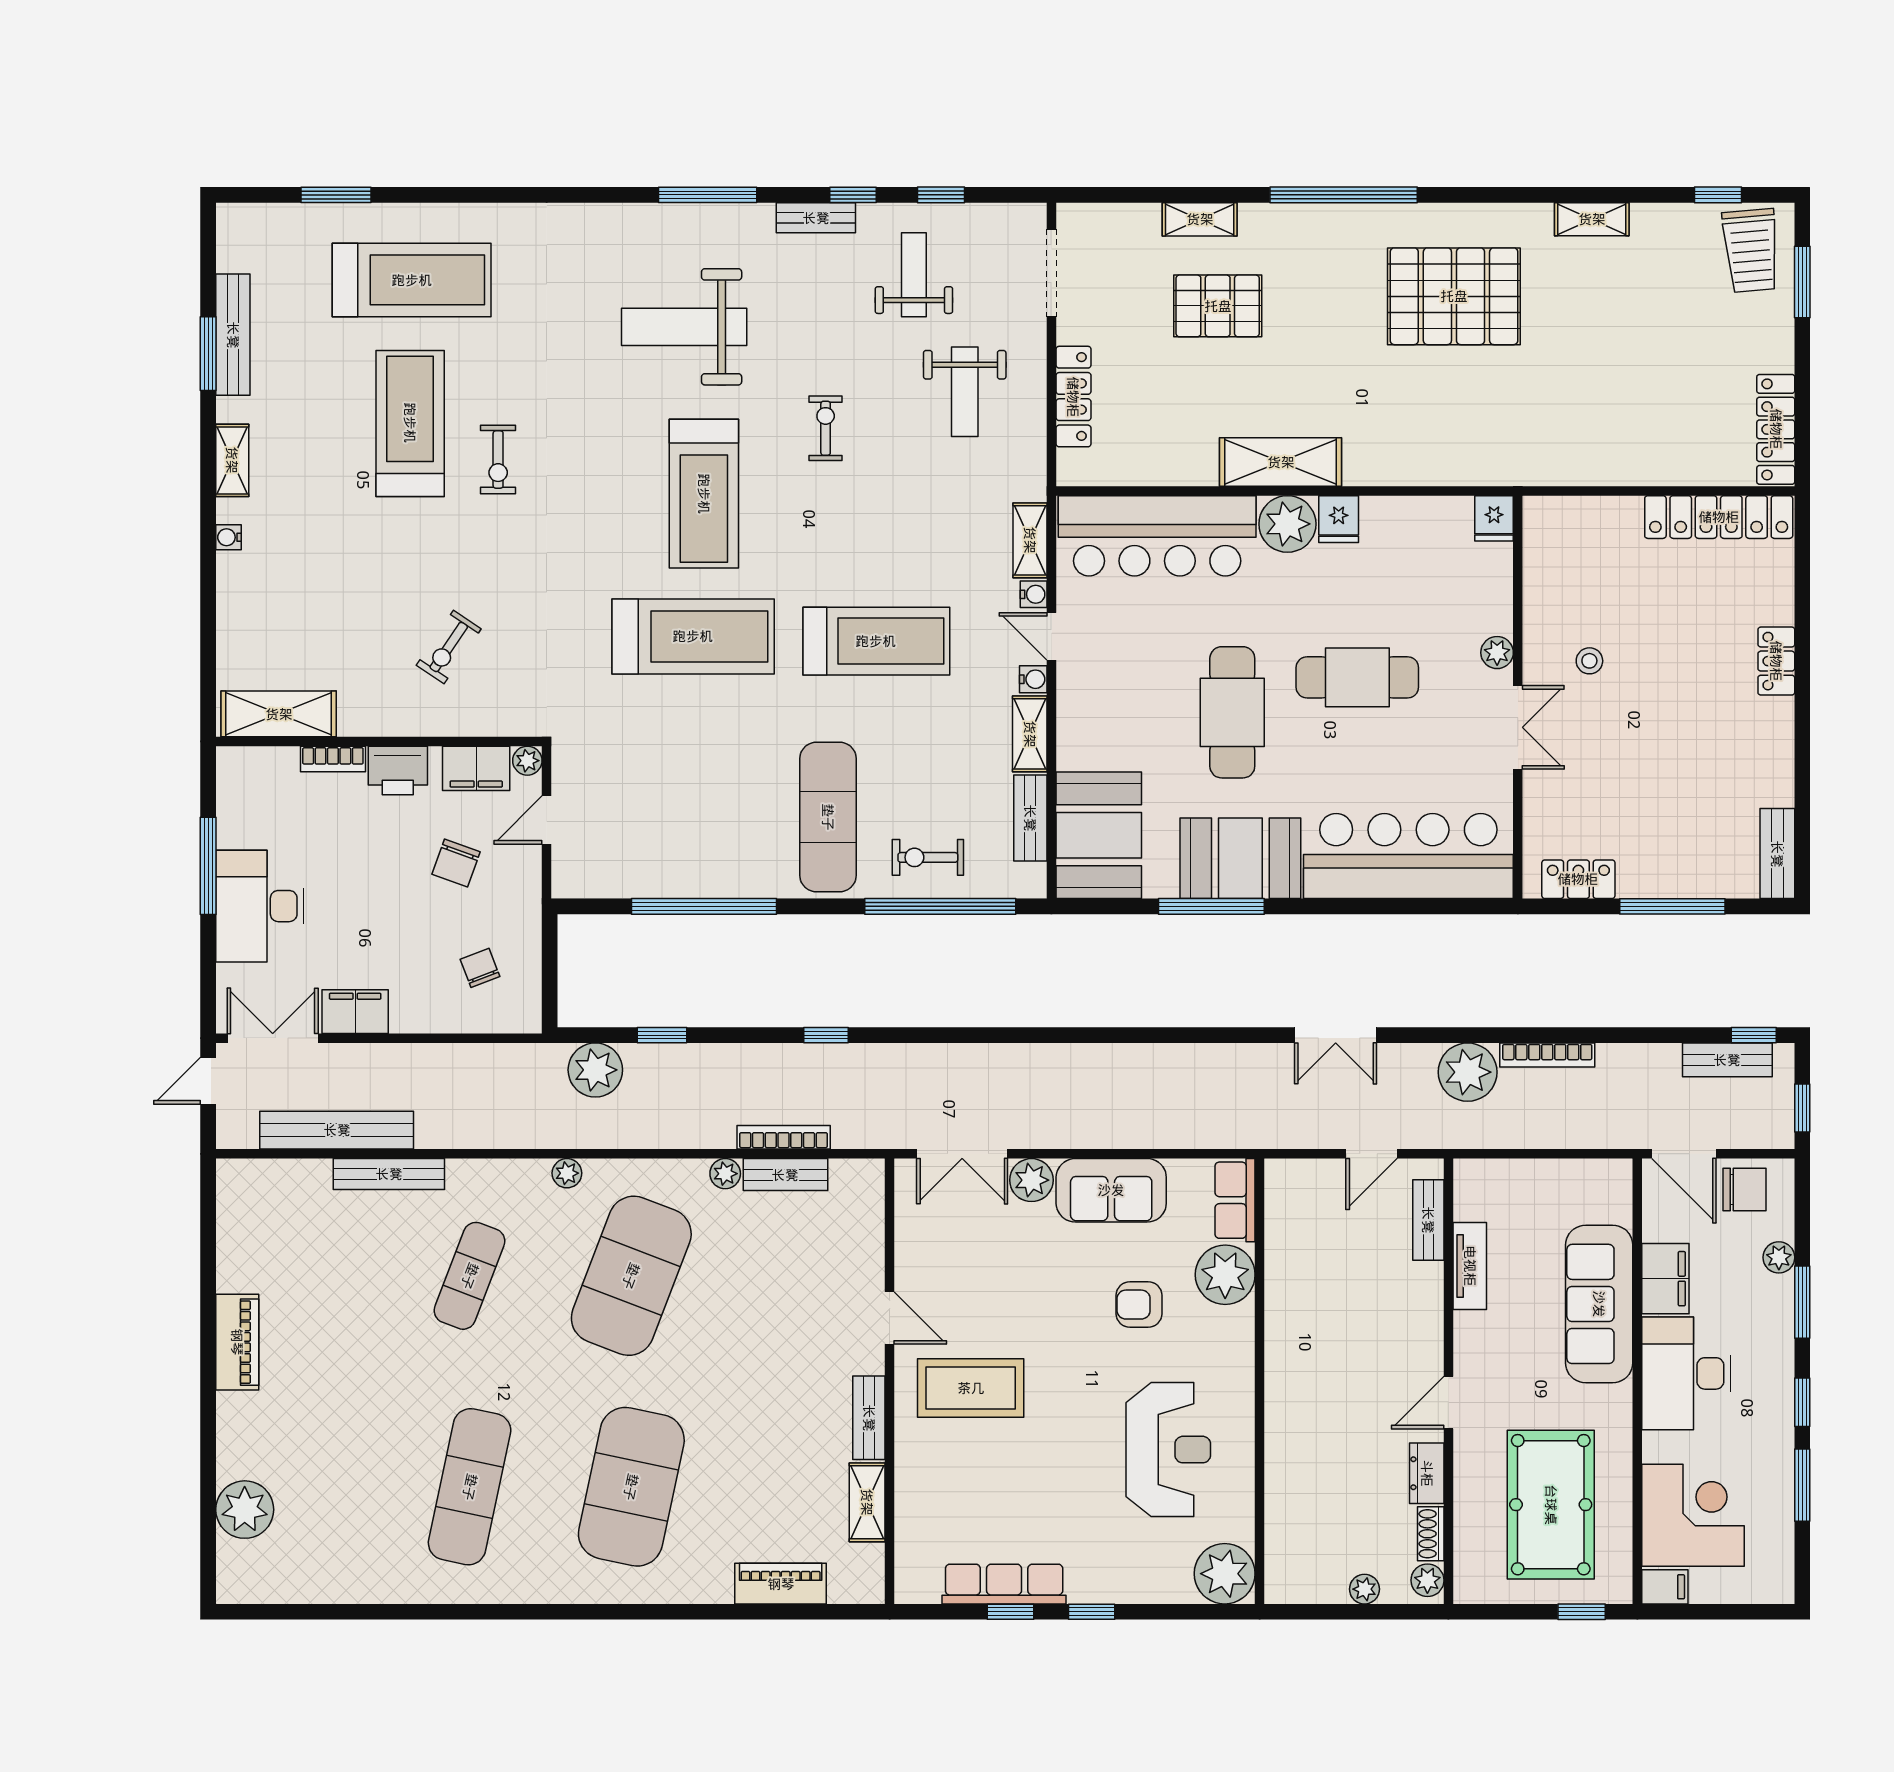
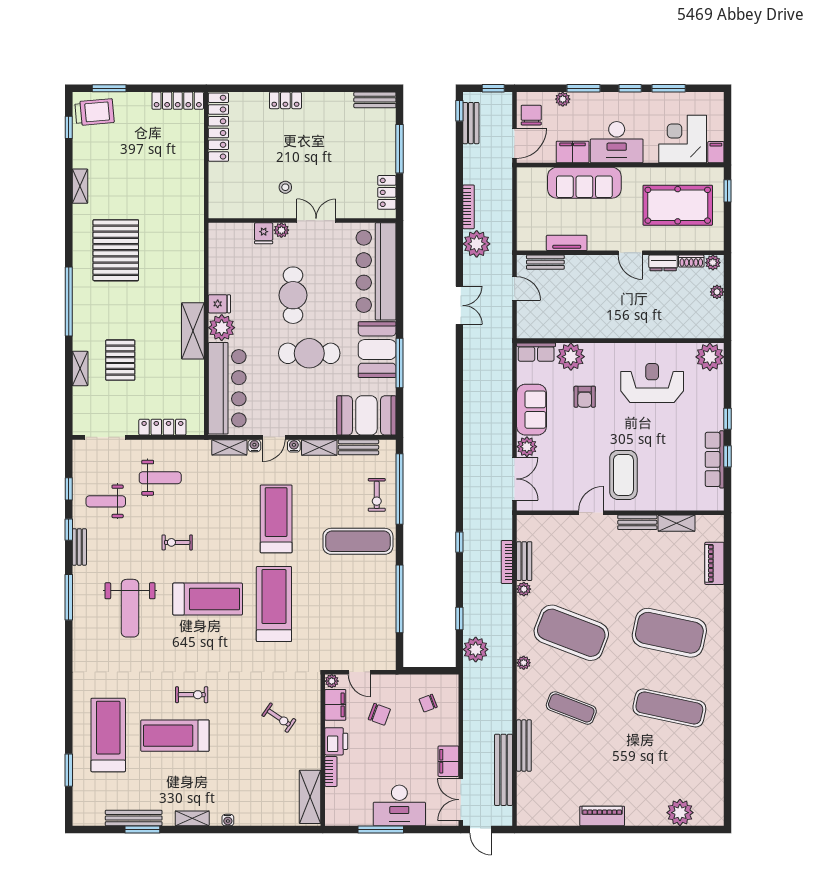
fridge: (1494, 518) -> (264, 233), moved, turned 90

